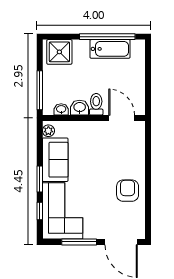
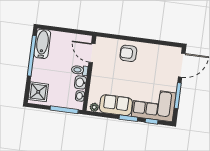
bathtub: (110, 49) -> (42, 44), moved
door: (122, 118) -> (92, 53), hinge flipped
armchair: (128, 191) -> (128, 53), moved

